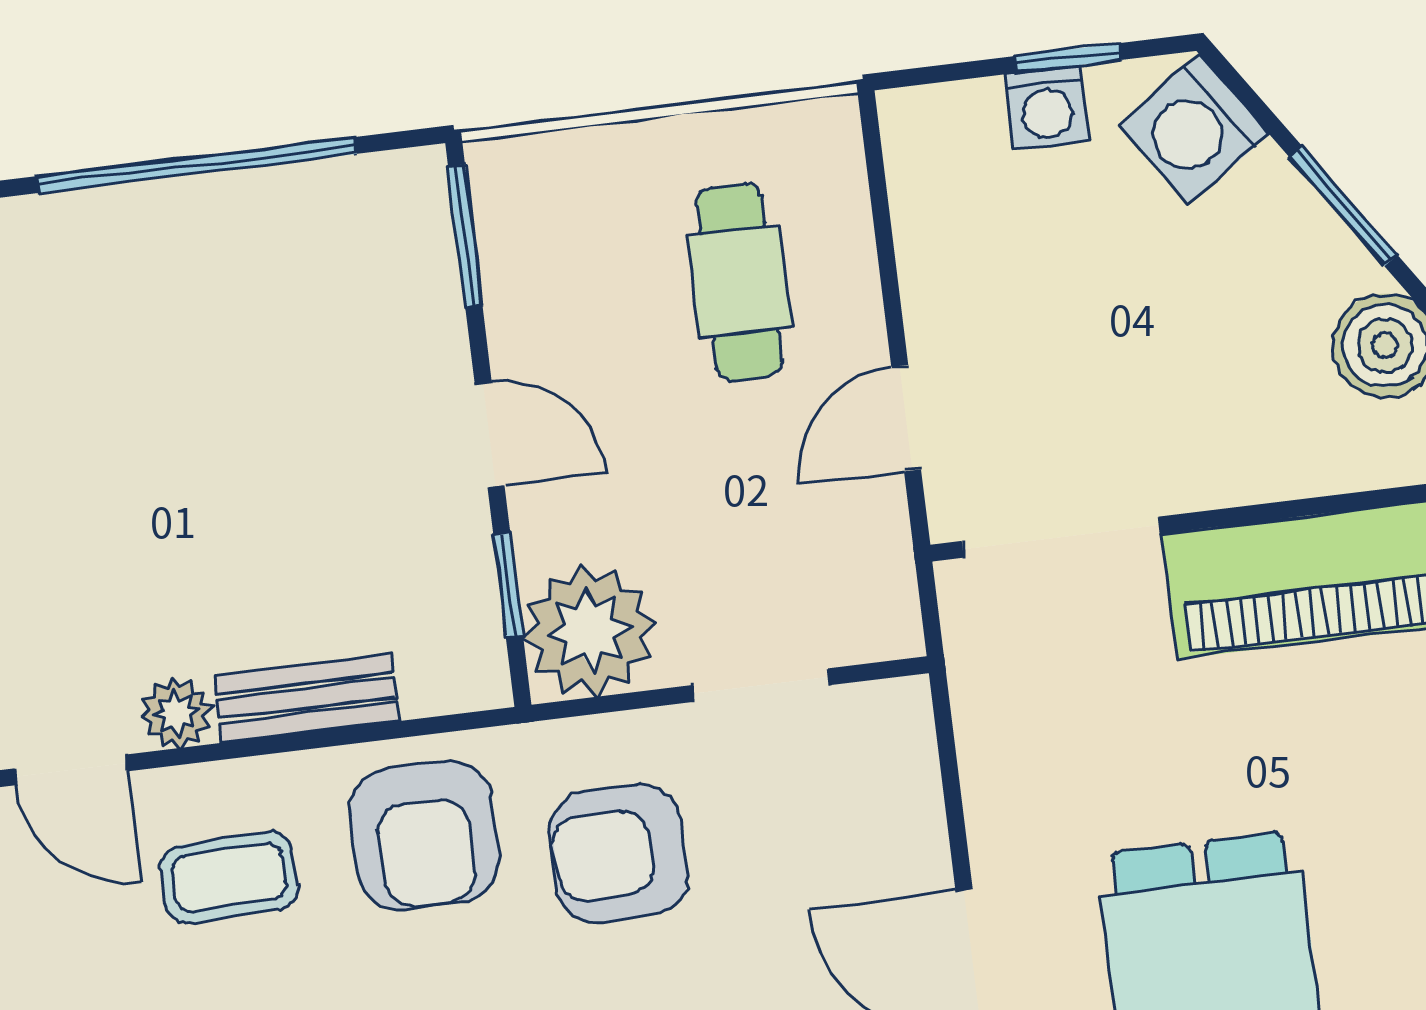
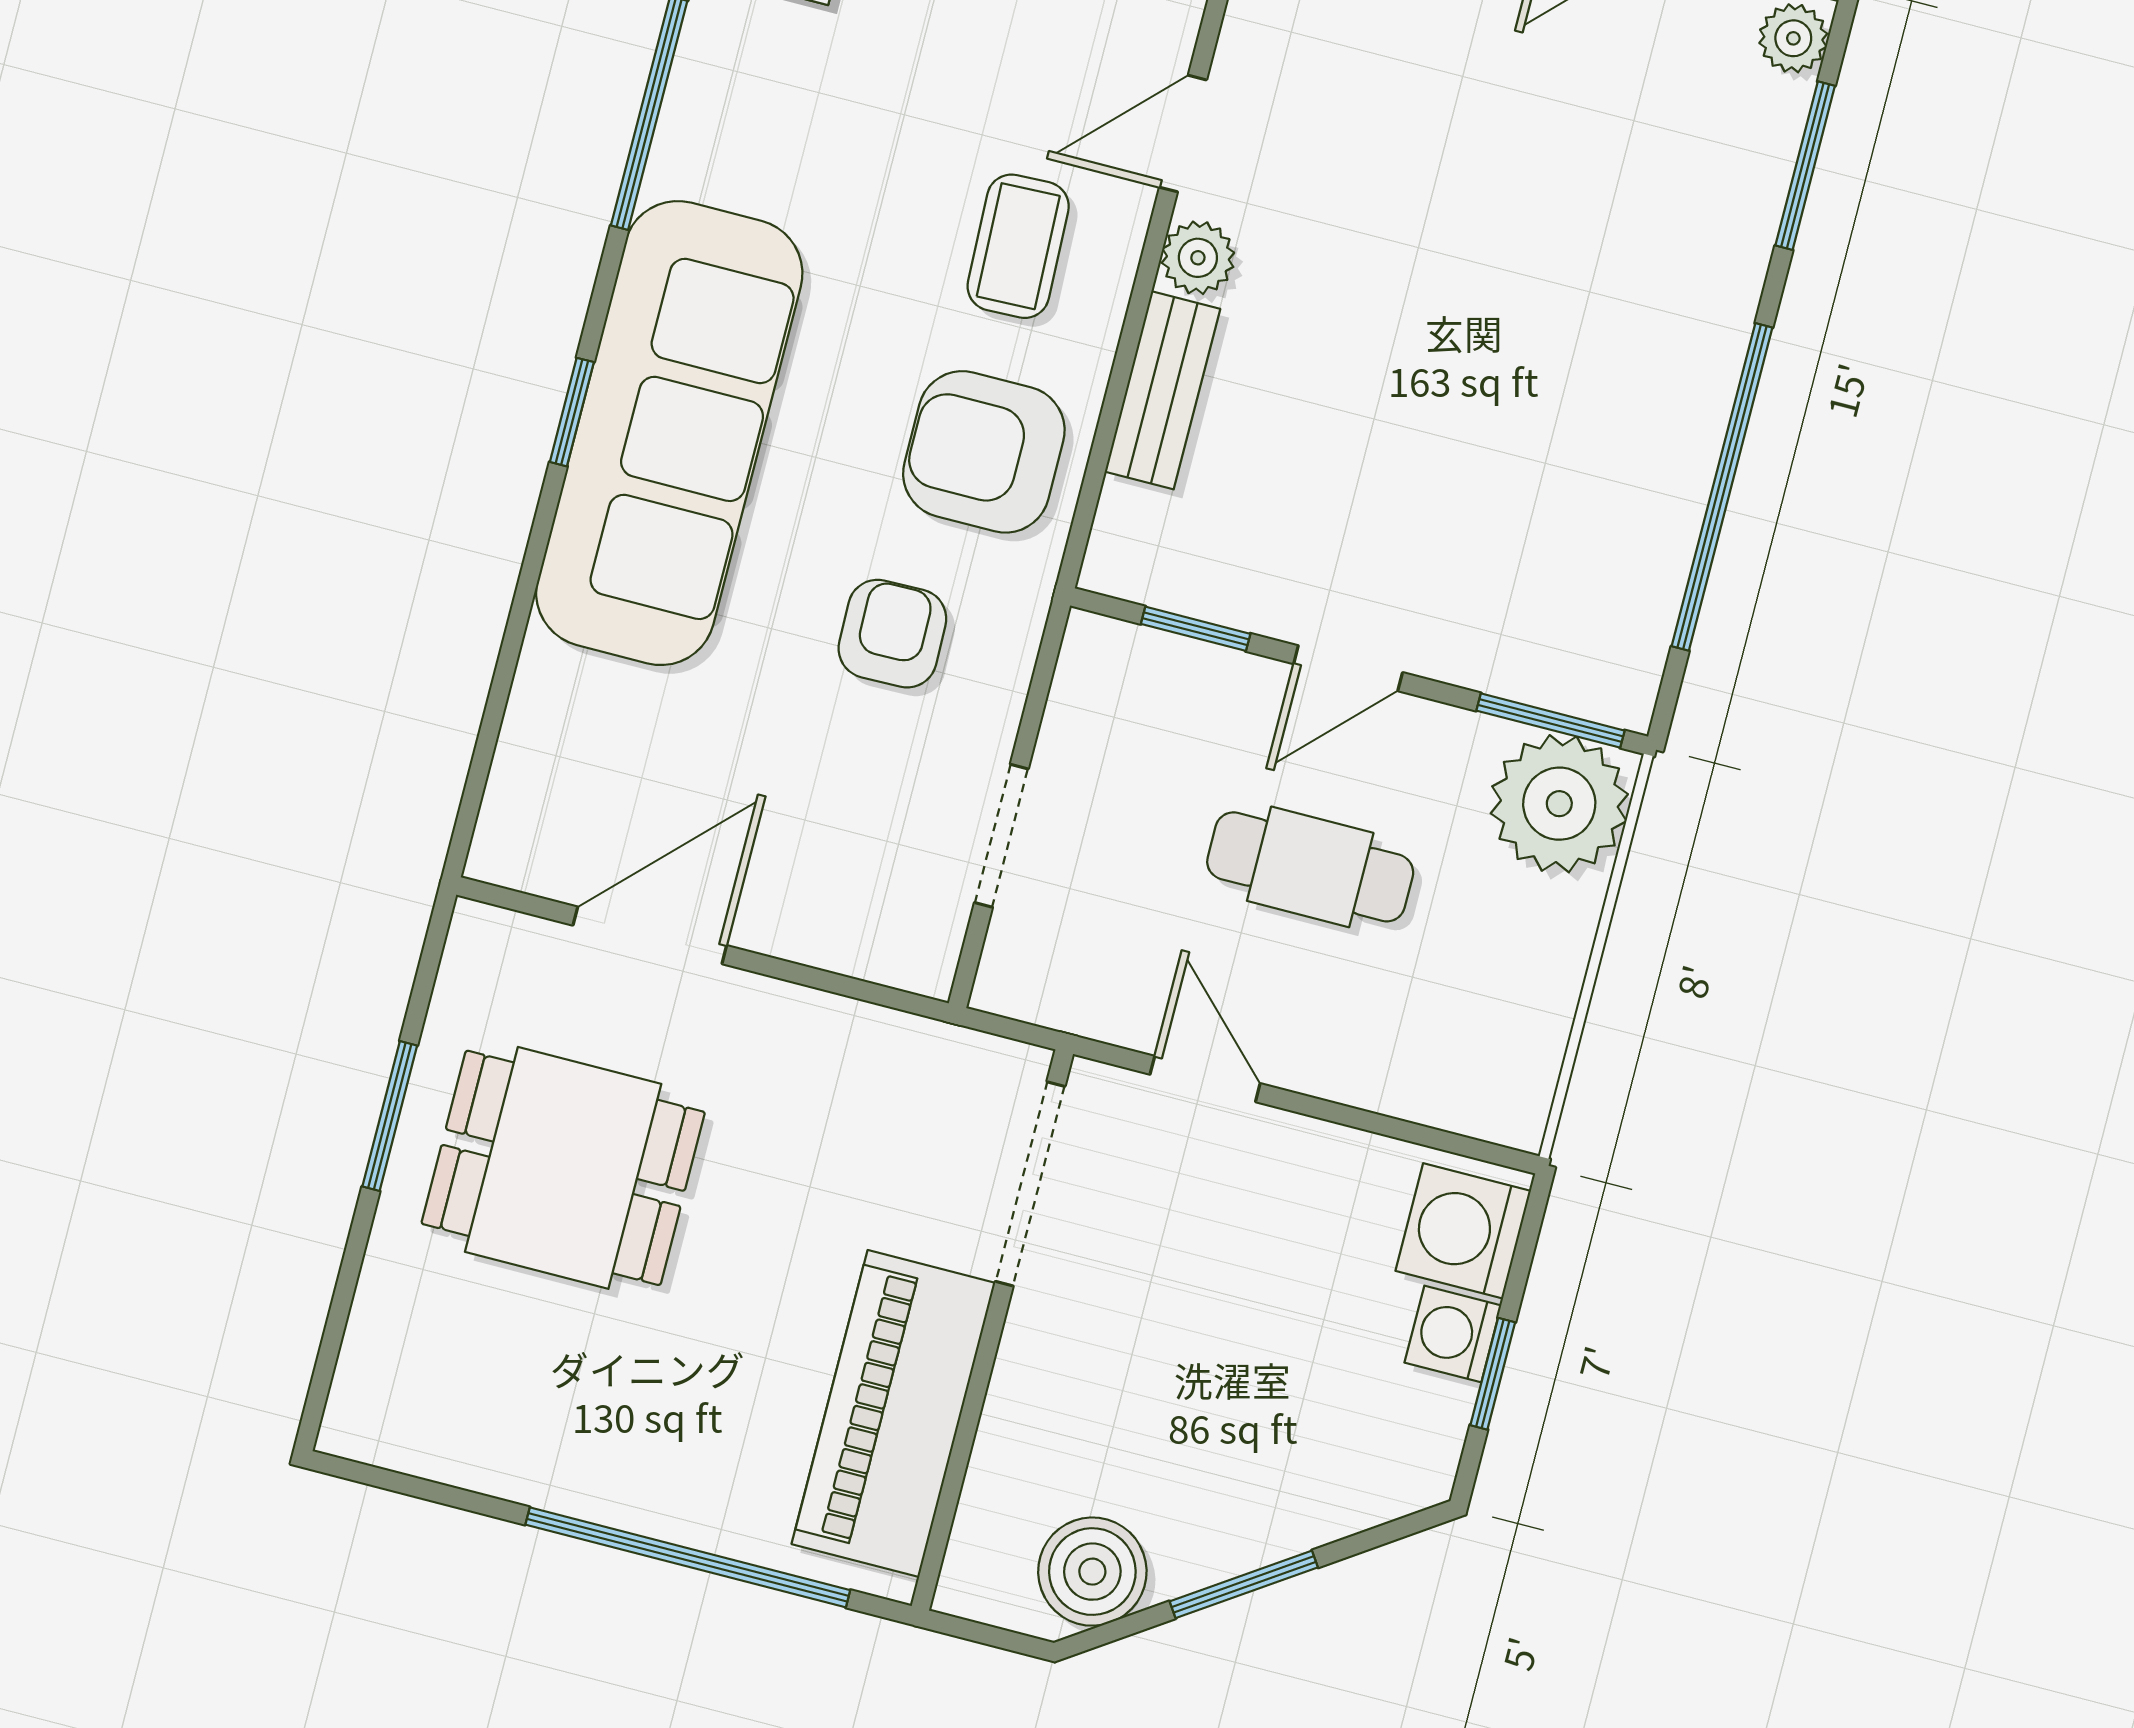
washing machine: (1194, 129) -> (1463, 1231), moved, turned -56
cafe table: (739, 282) -> (1310, 867), moved
plant: (589, 631) -> (1559, 804), moved
armchair: (619, 853) -> (892, 634), width x0.72, depth x0.72

